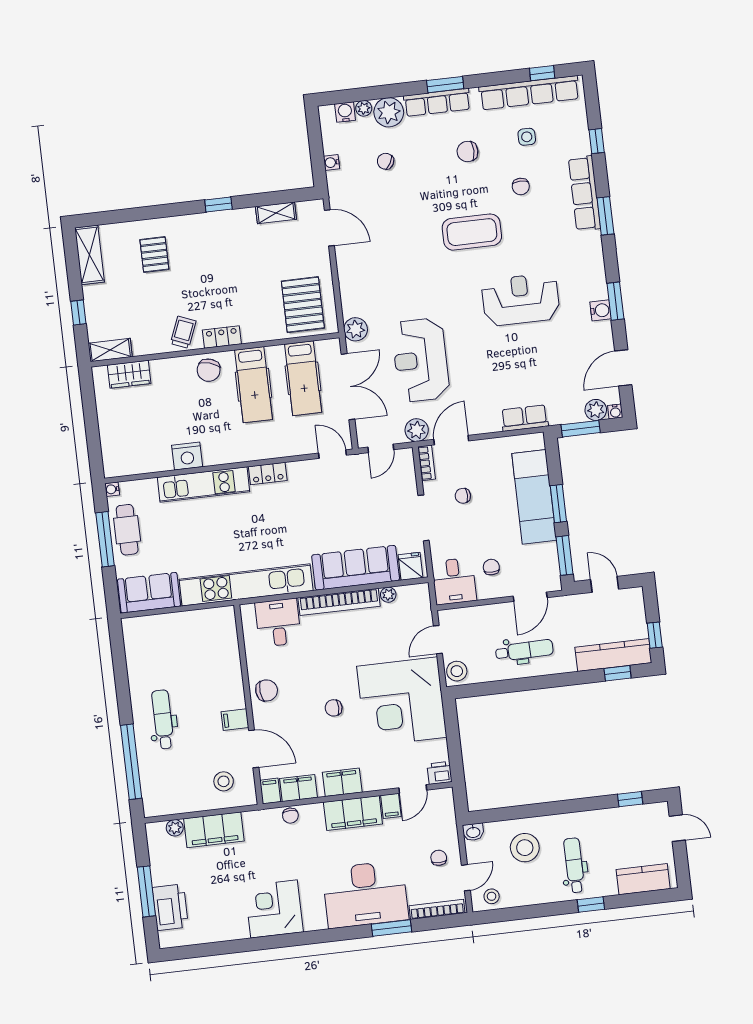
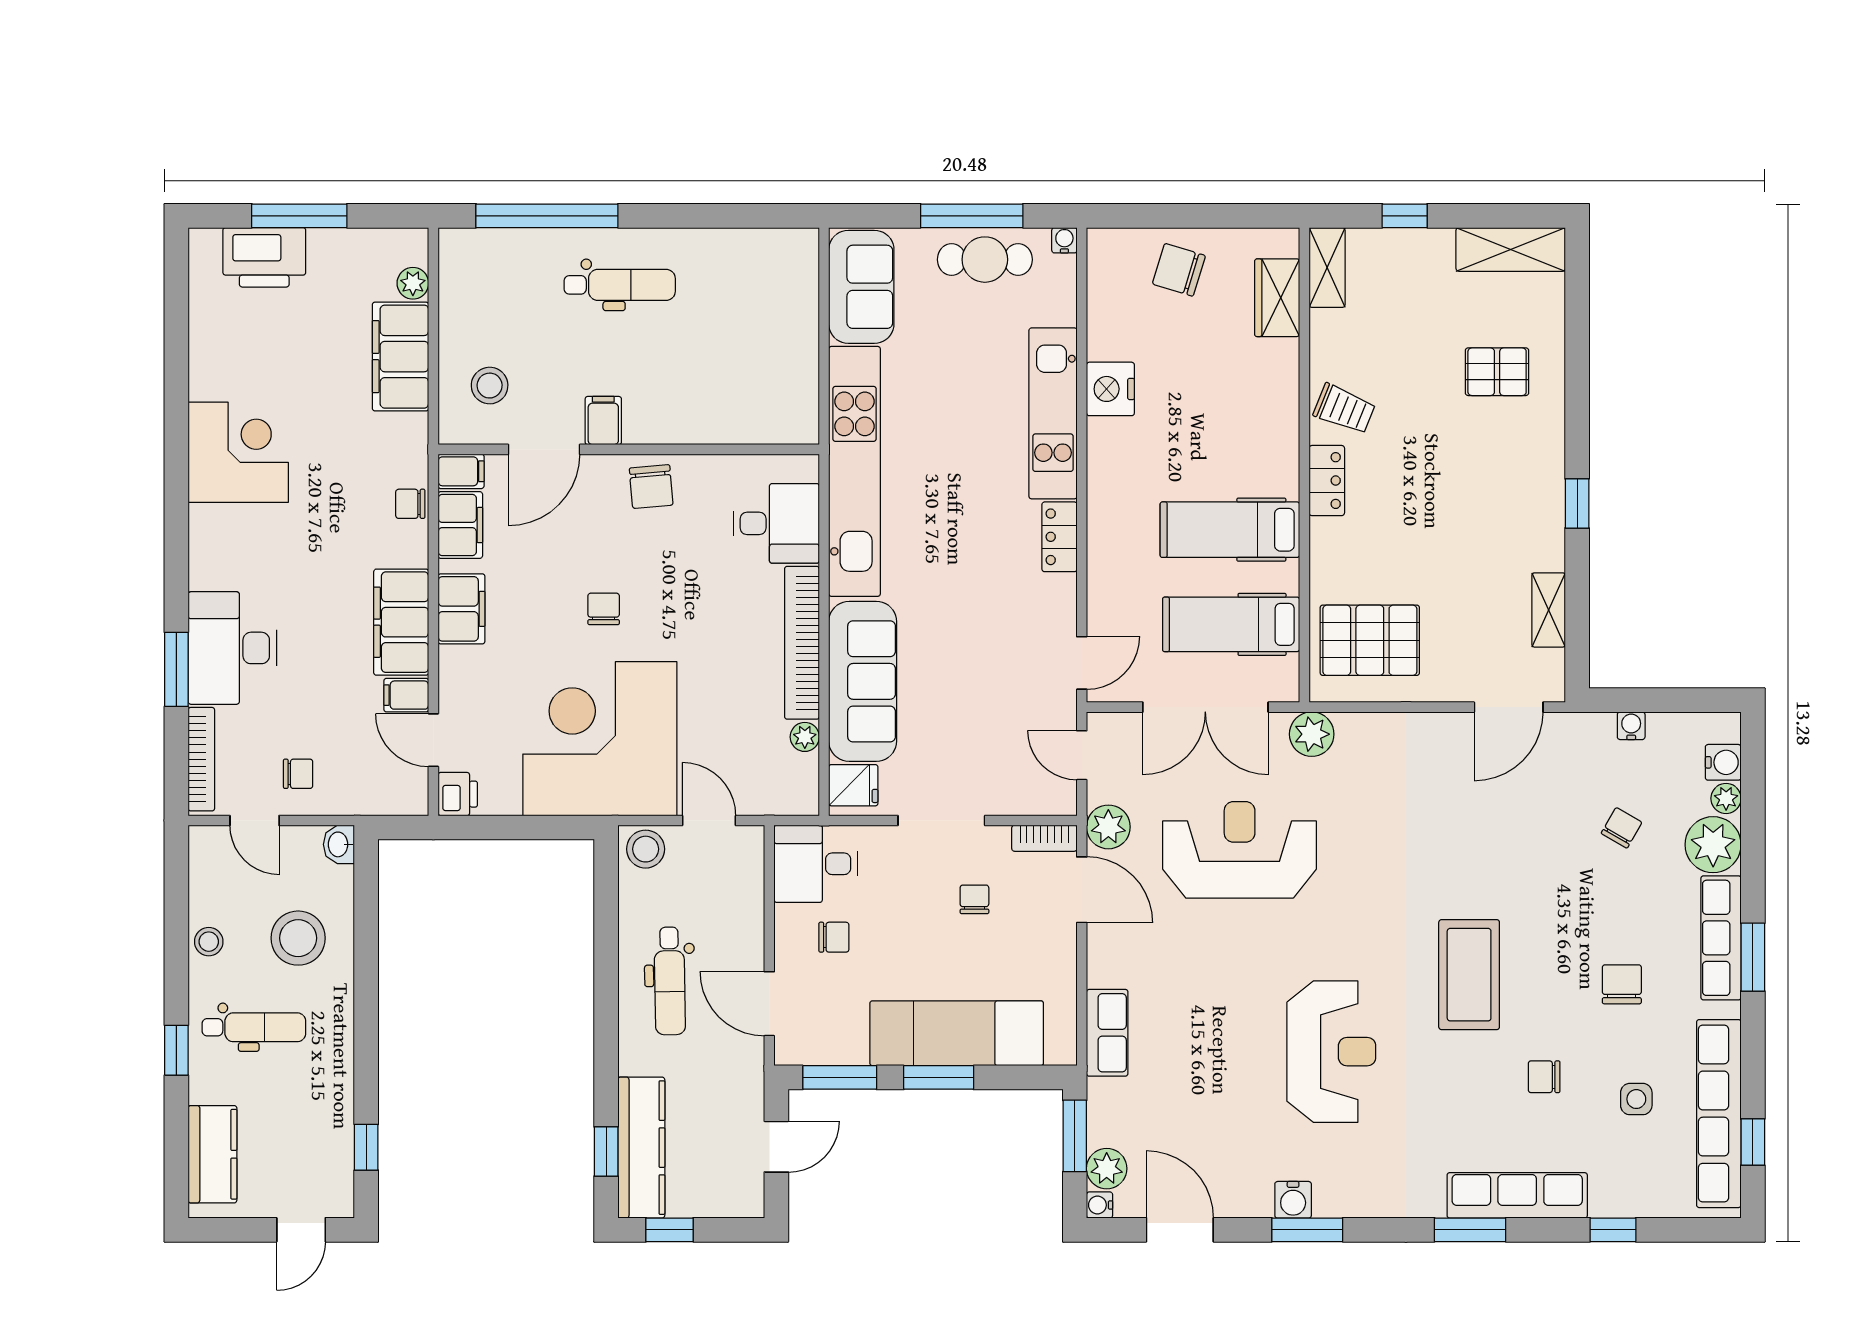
chair: (209, 370) -> (1179, 270), moved
desk: (365, 894) -> (232, 648), width x0.73, depth x0.77
stool: (492, 896) -> (209, 942), moved

